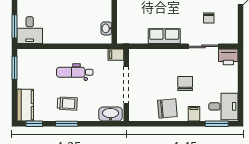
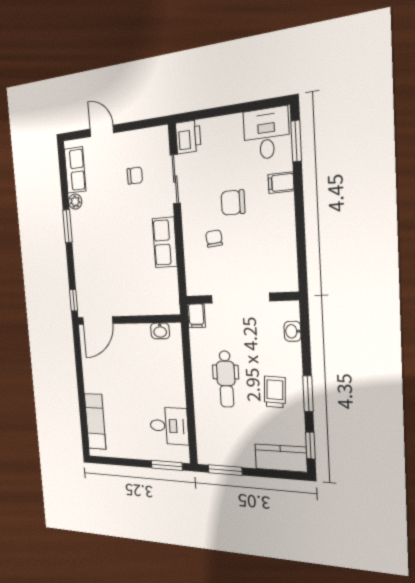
desk: (30, 30) -> (169, 426), moved
chair: (167, 108) -> (214, 239), moved, width x0.54, depth x0.54
washbasin: (110, 114) -> (292, 331), width x0.52, depth x0.69

